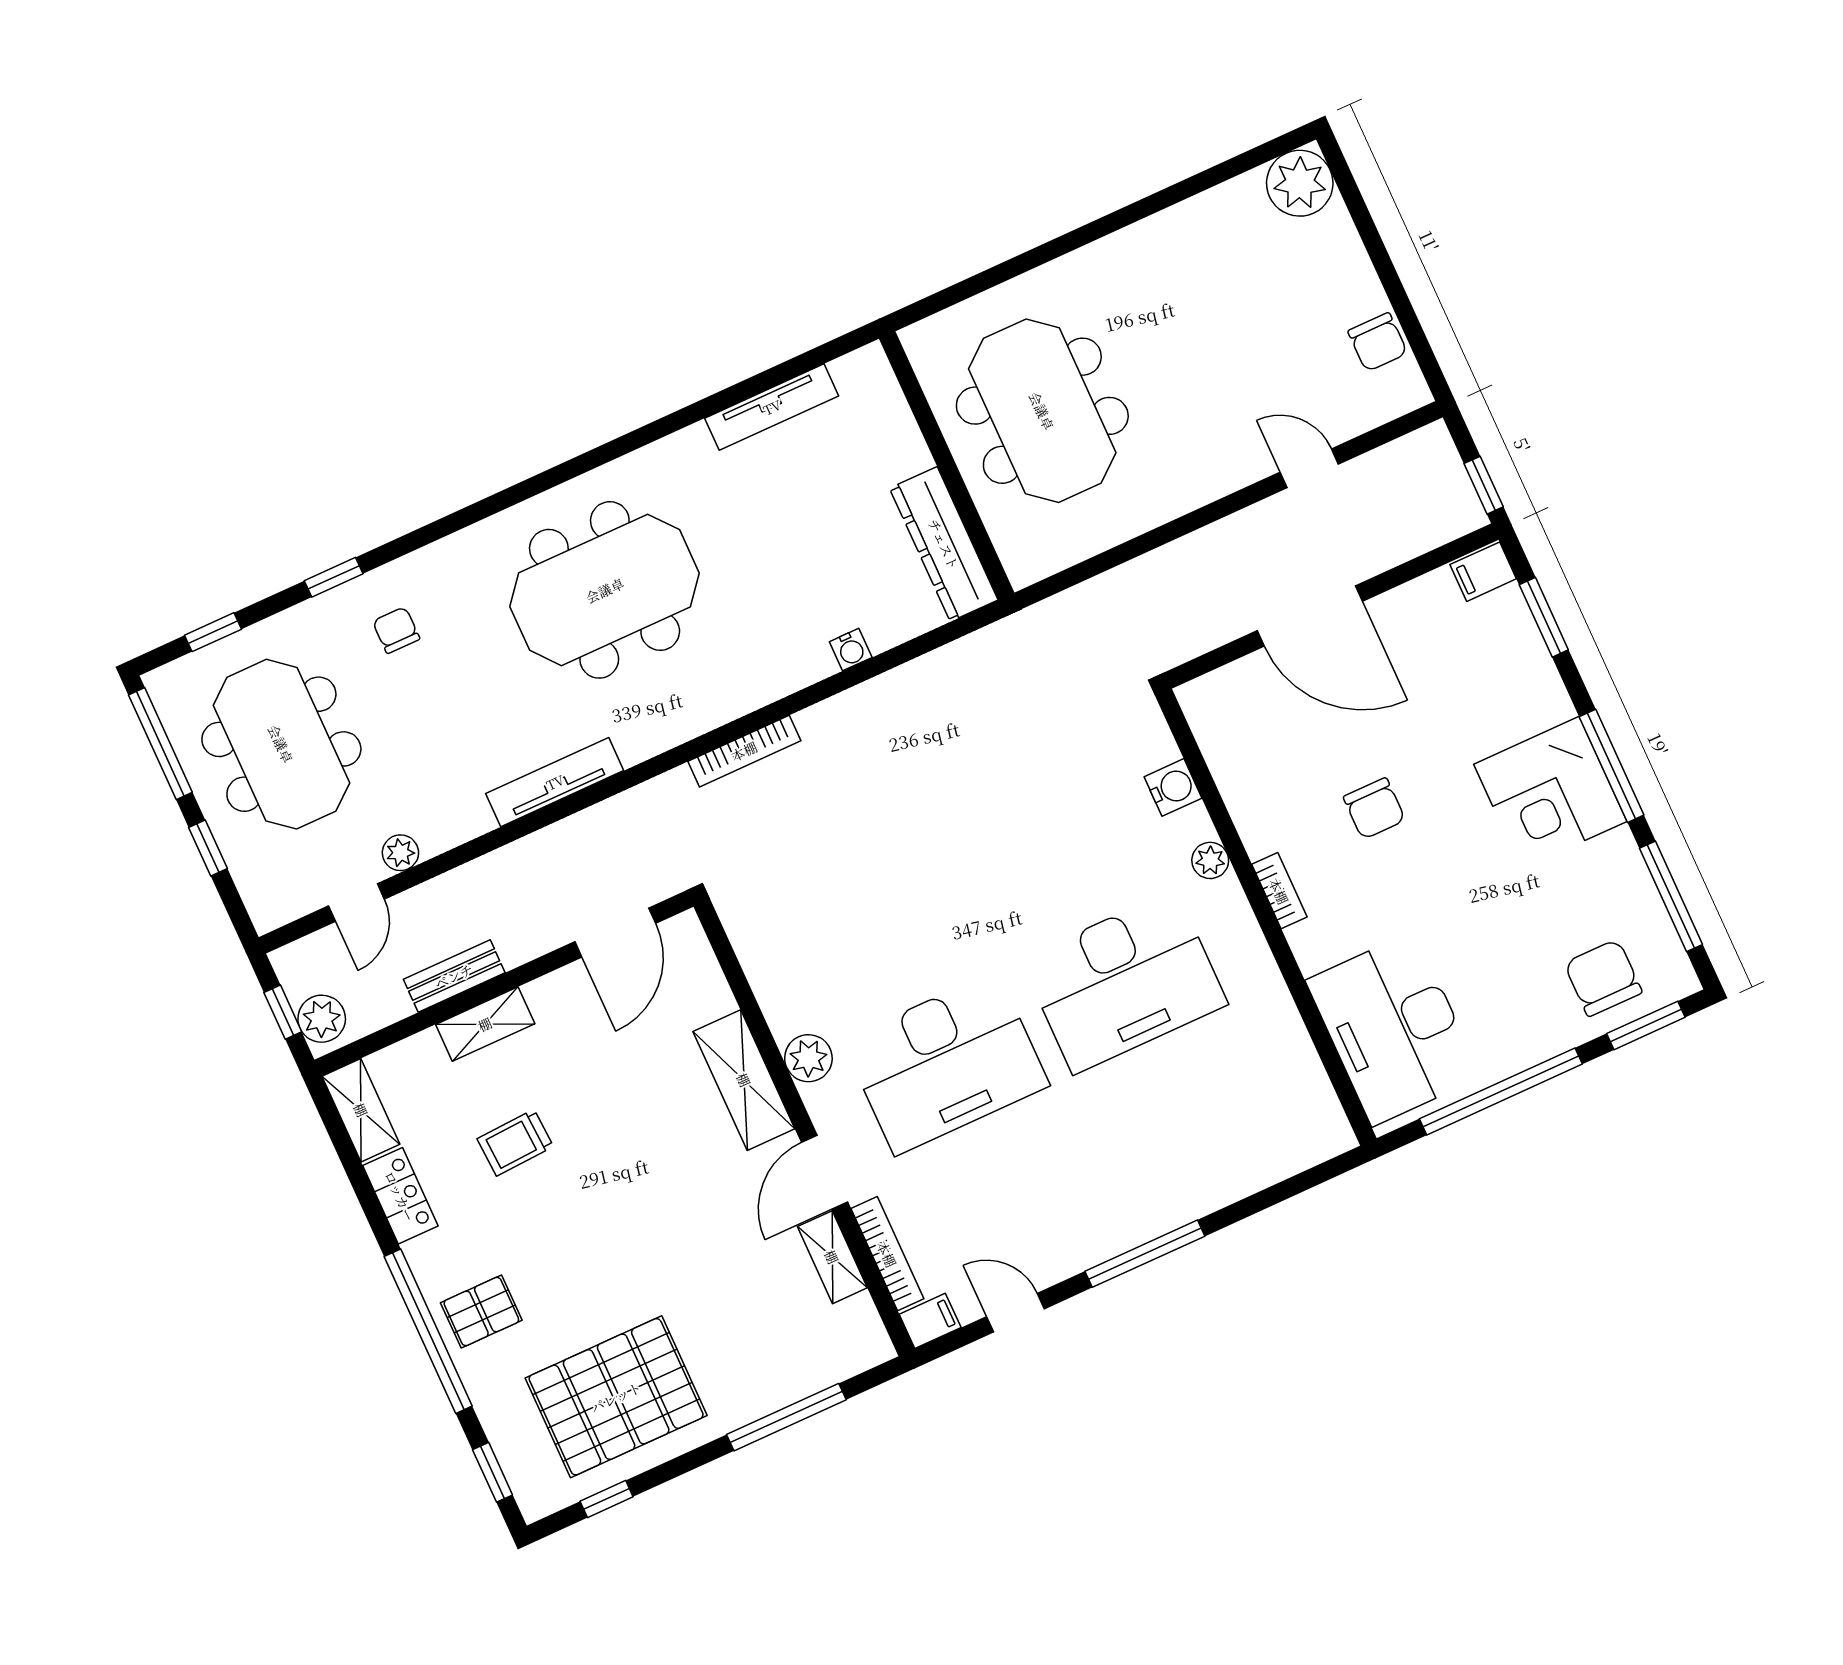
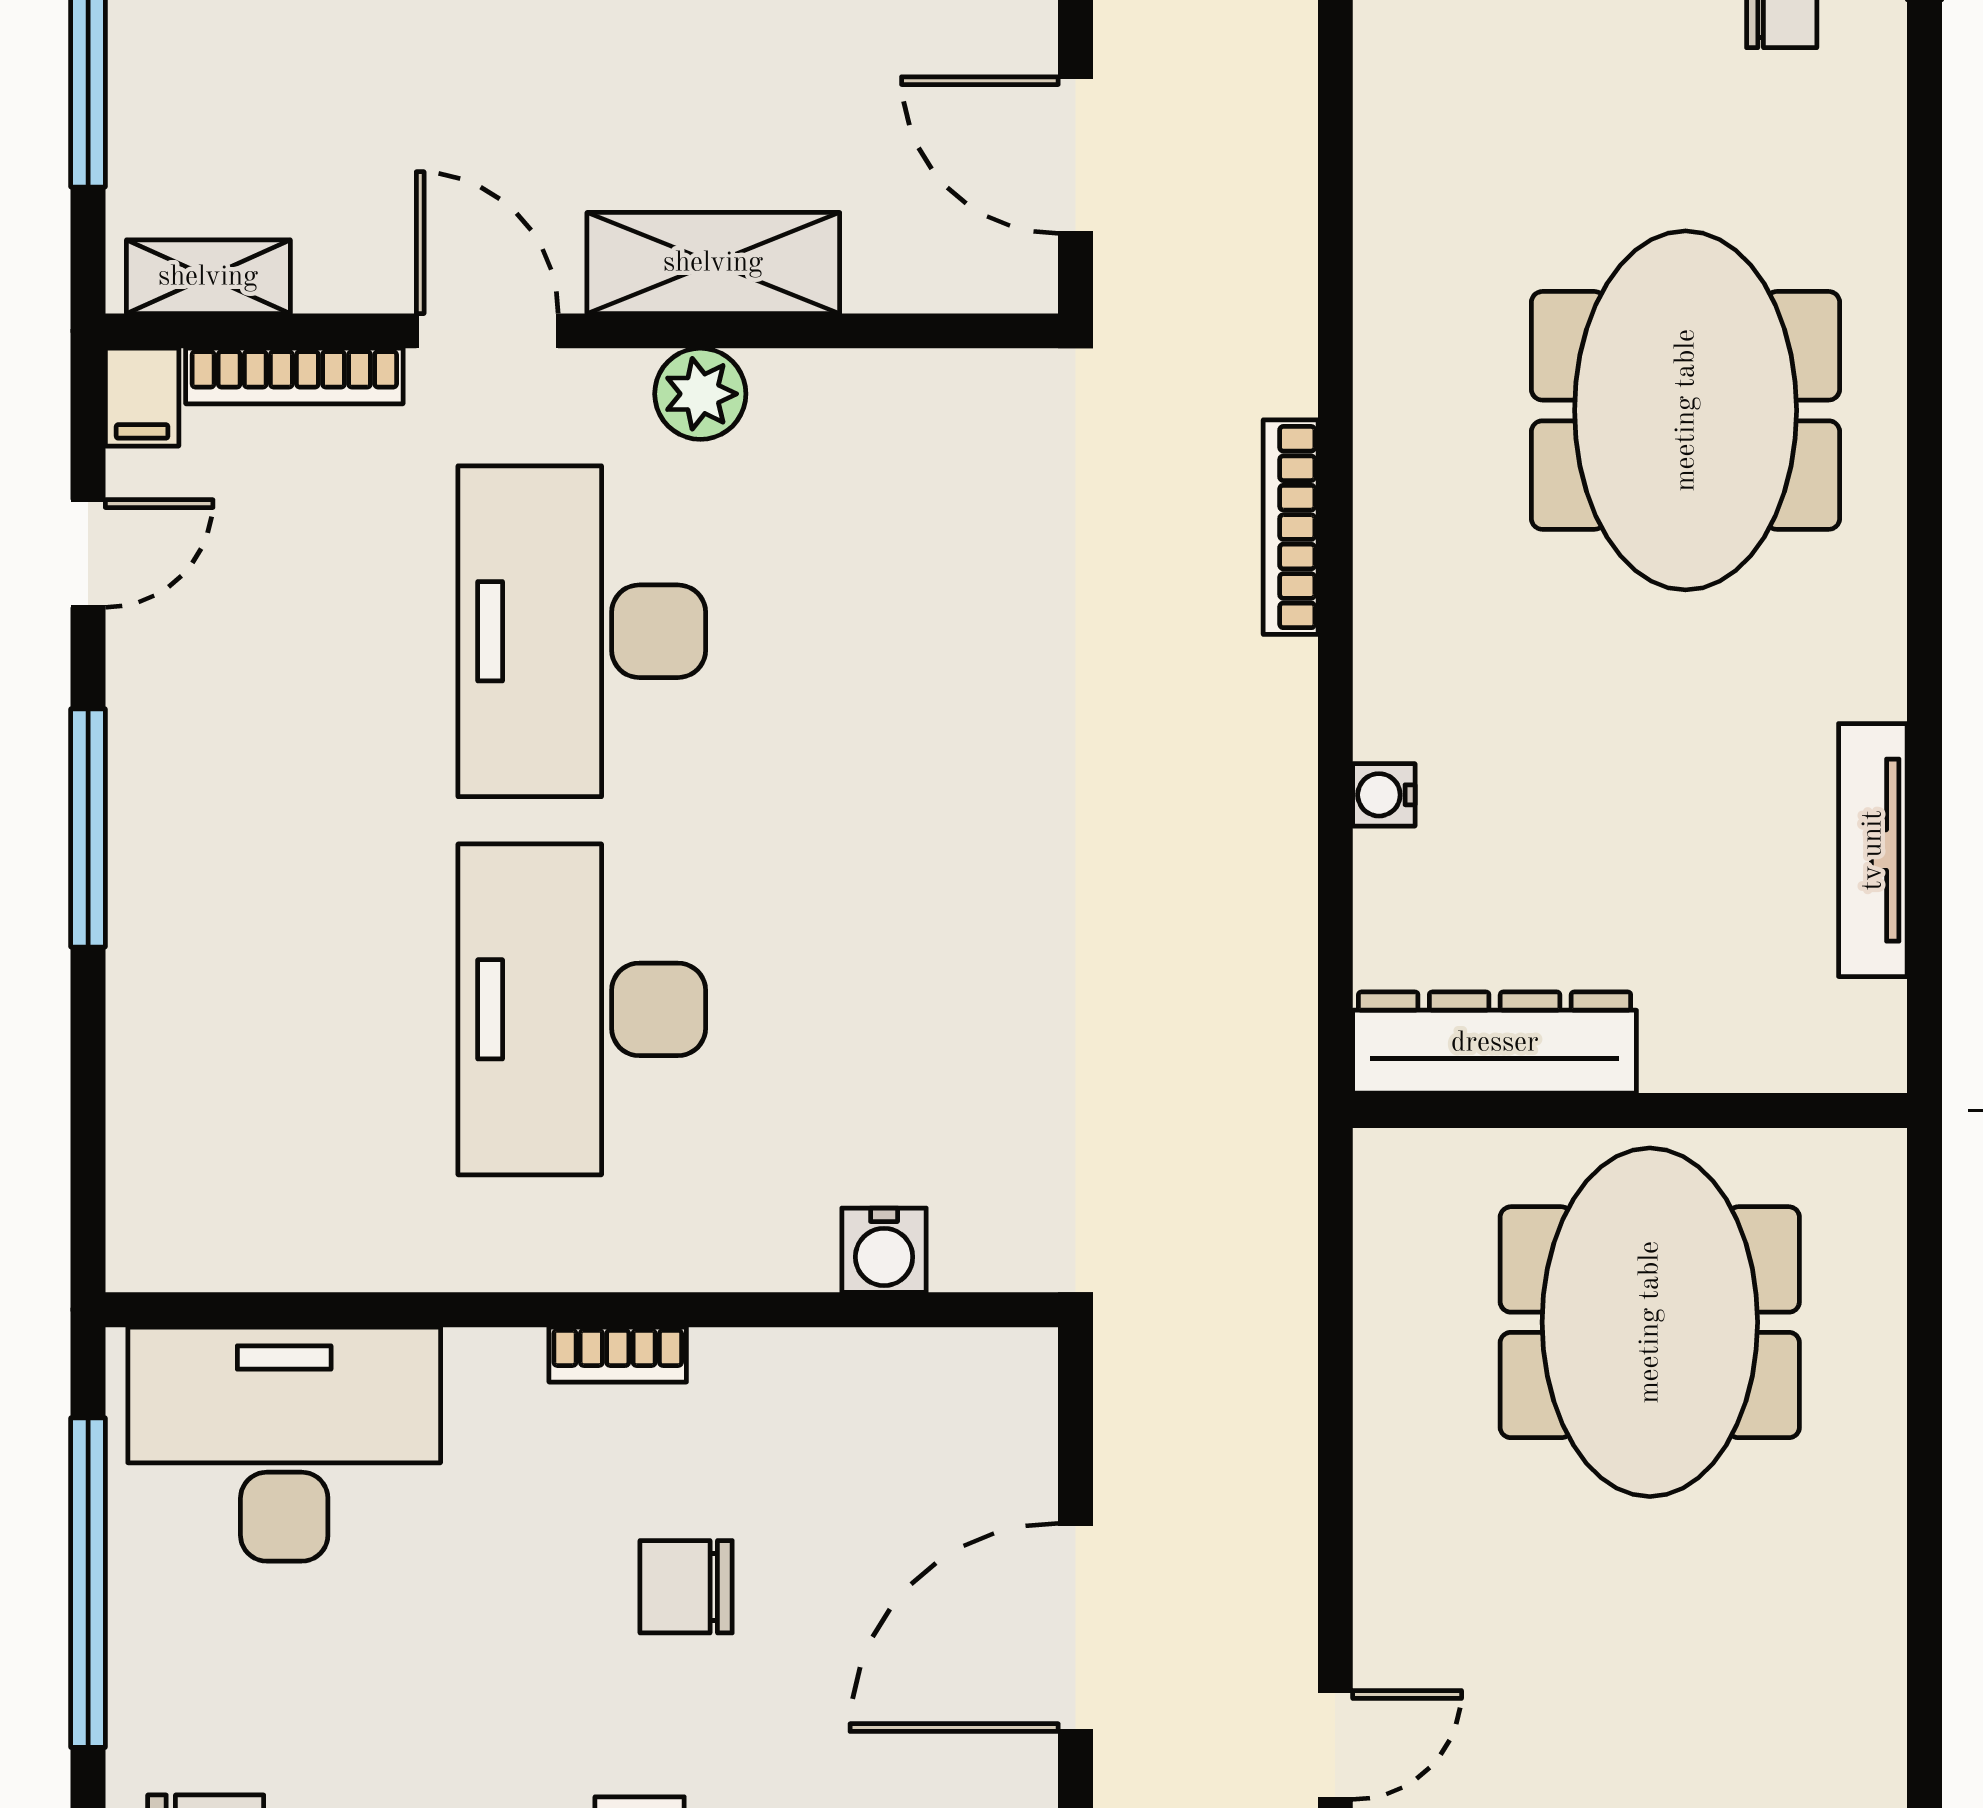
meeting table: (1042, 411) -> (1650, 1322), turned 90
tv unit: (555, 782) -> (1388, 169), removed
plant: (1210, 860) -> (726, 1257), removed
shelving: (832, 1257) -> (208, 277), moved

